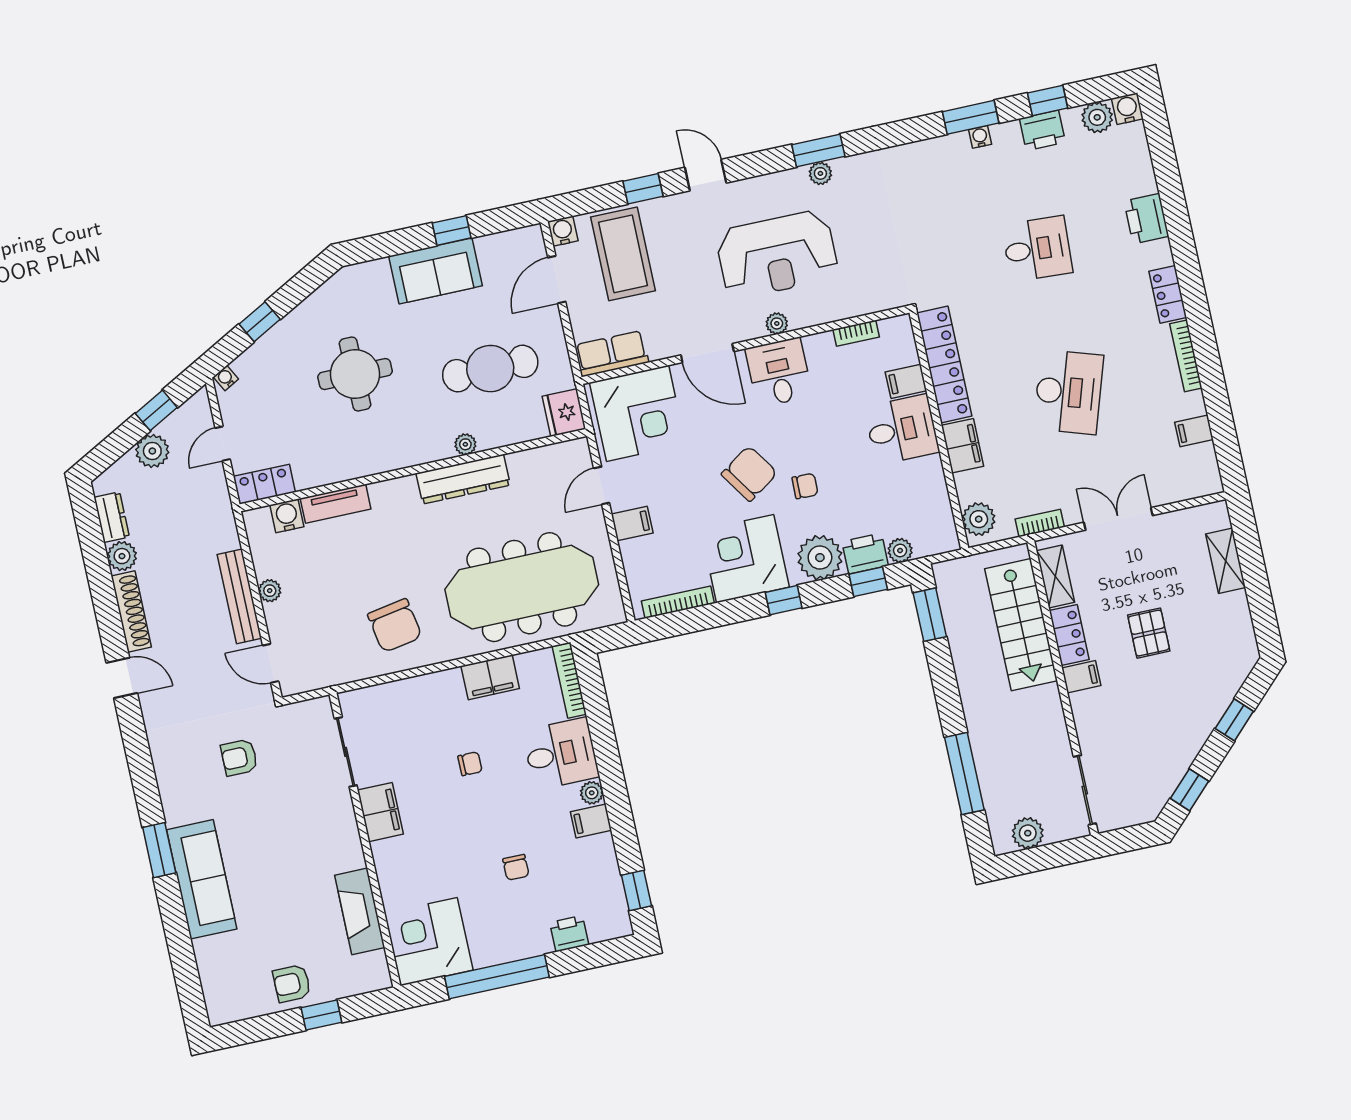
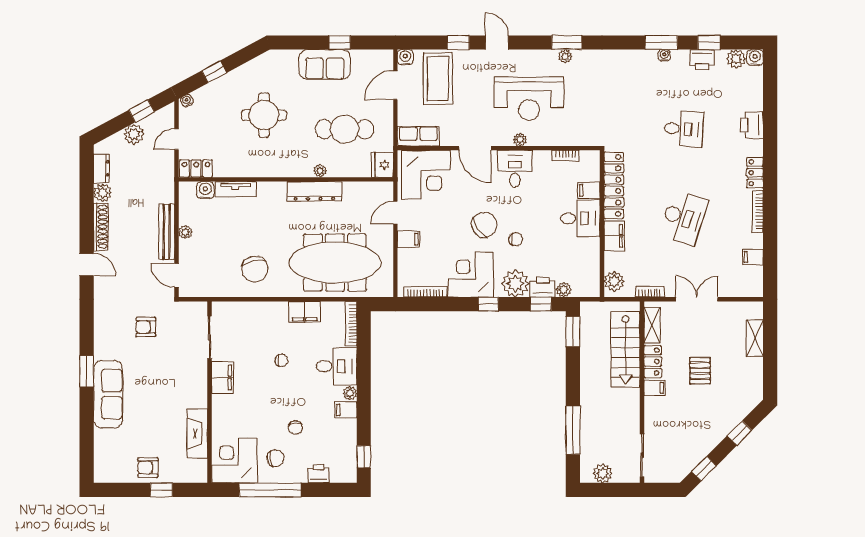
chair: (494, 924) -> (275, 458), added

